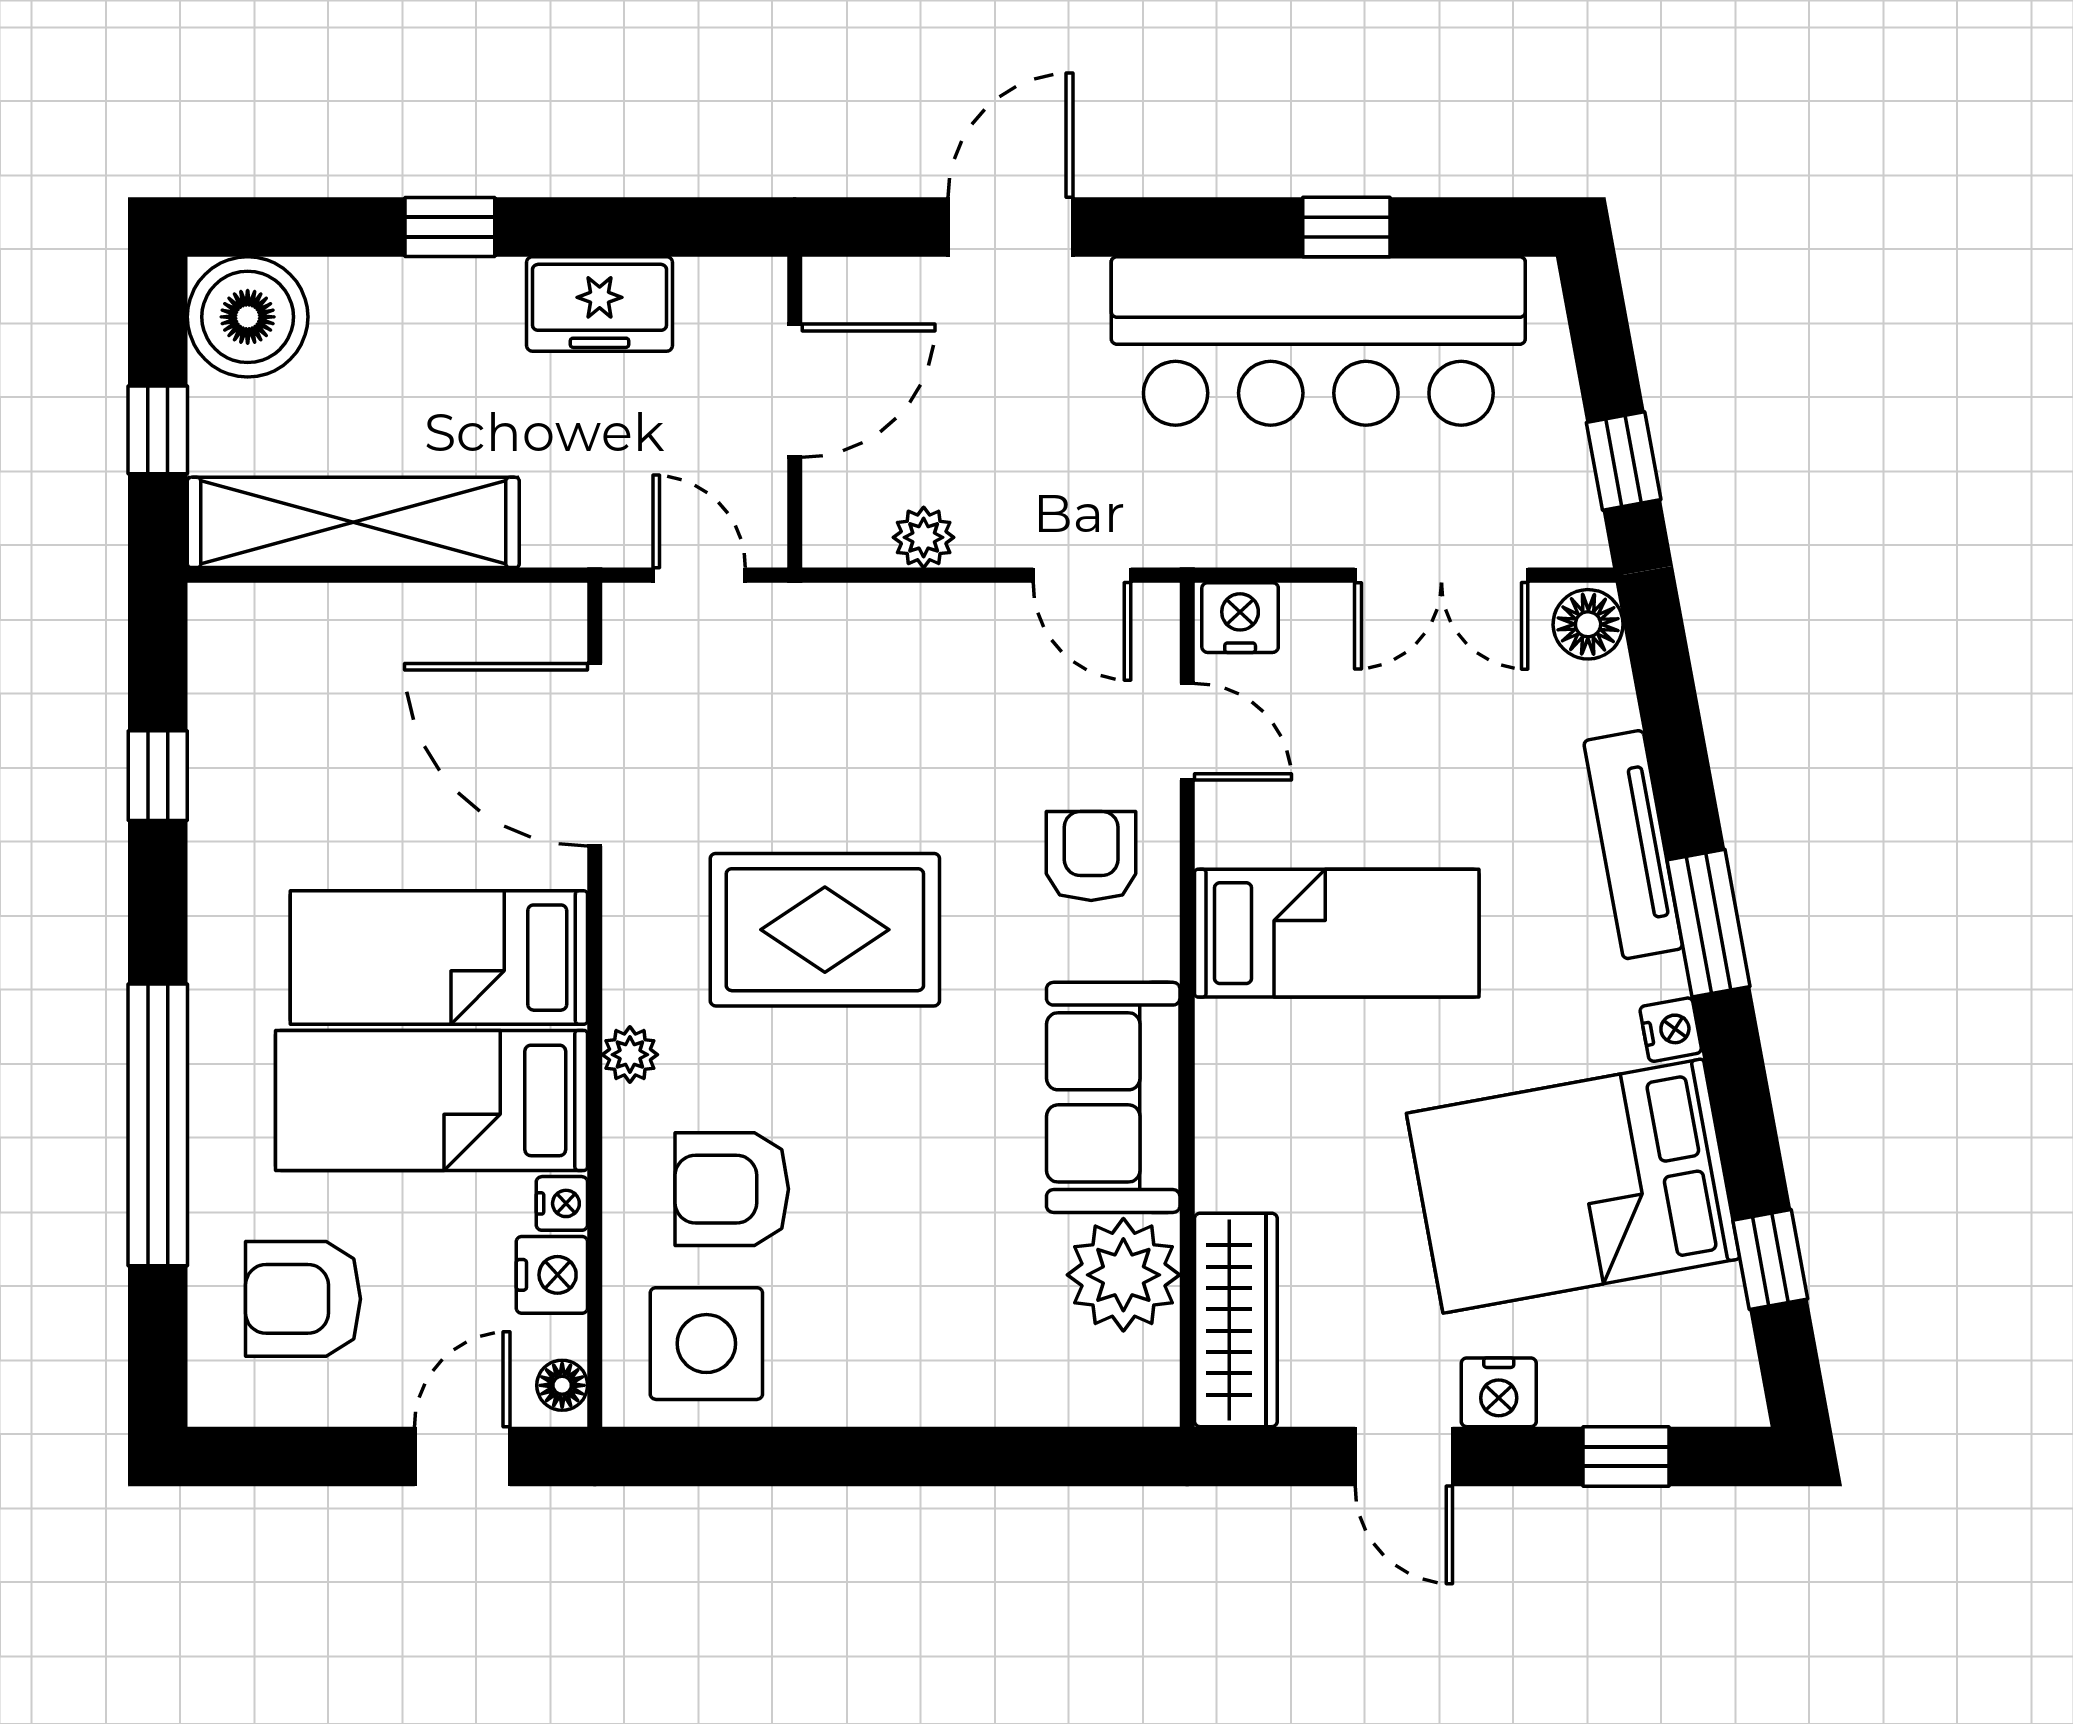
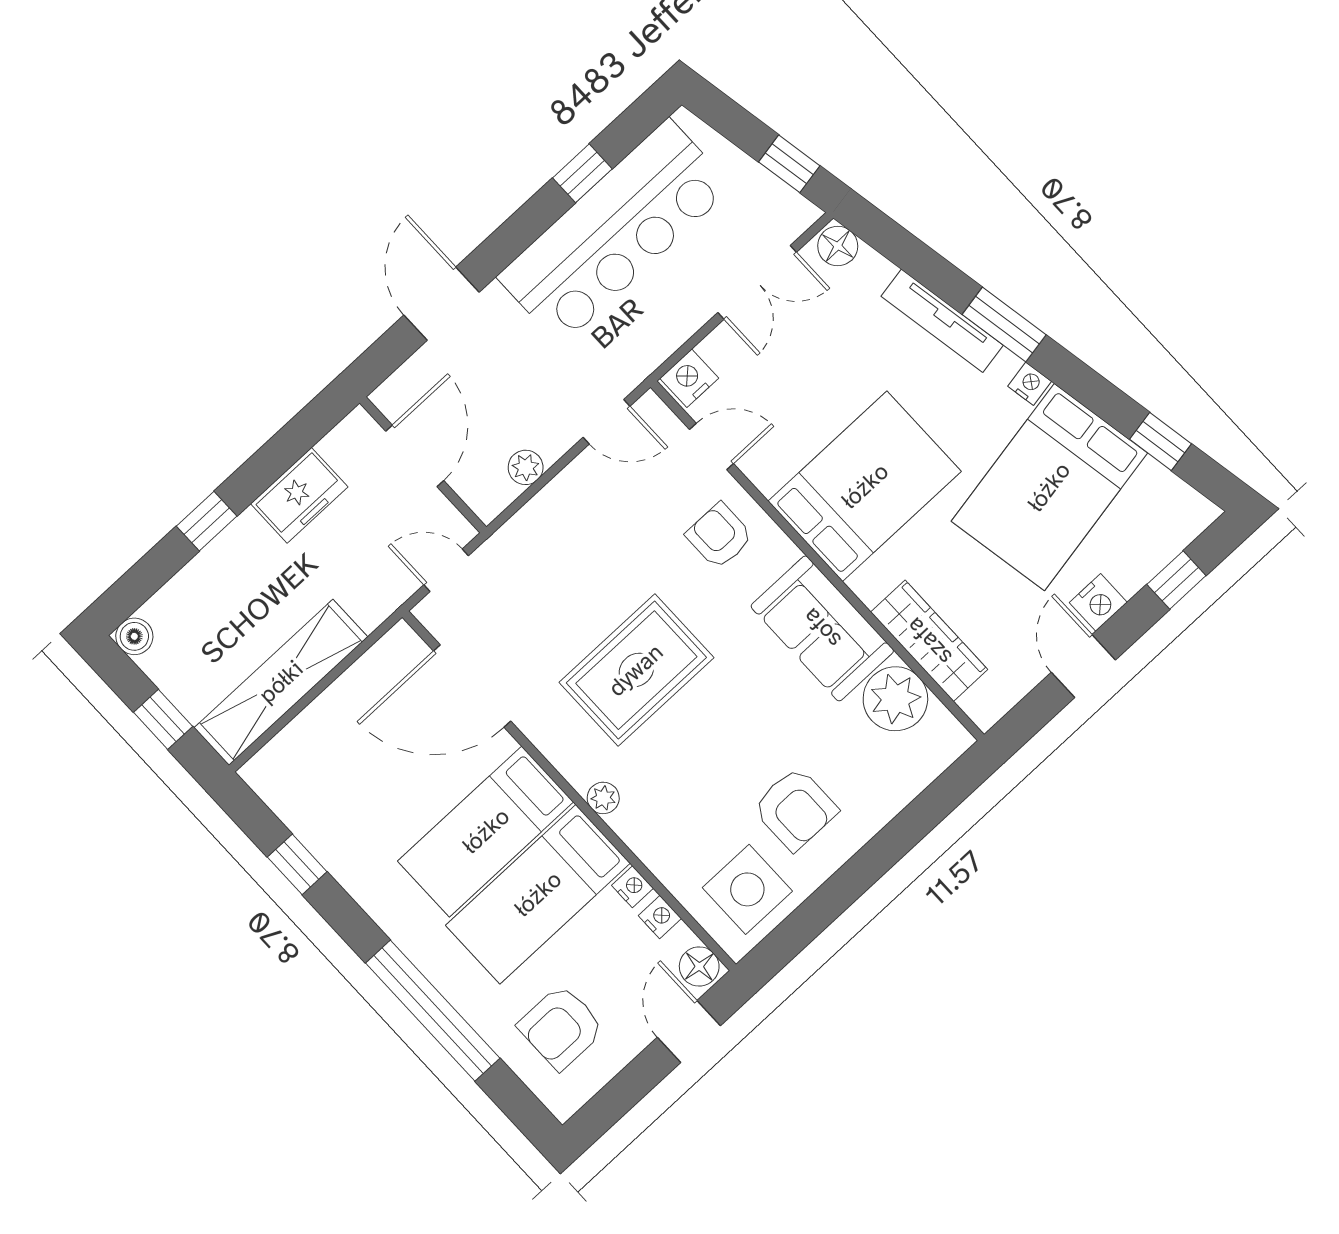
boiler: (248, 317) -> (134, 636), width x0.54, depth x0.54
bed: (1337, 933) -> (865, 486), width x1.50
armchair: (732, 1189) -> (795, 809), moved, turned -90
nightstand: (552, 1275) -> (660, 917), width x0.72, depth x0.74
wardrobe: (1236, 1320) -> (929, 641), moved
floor lamp: (562, 1385) -> (699, 966), width x1.37, depth x1.37
door: (1404, 1456) -> (1083, 666), swing flipped

